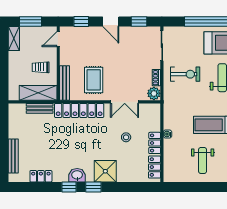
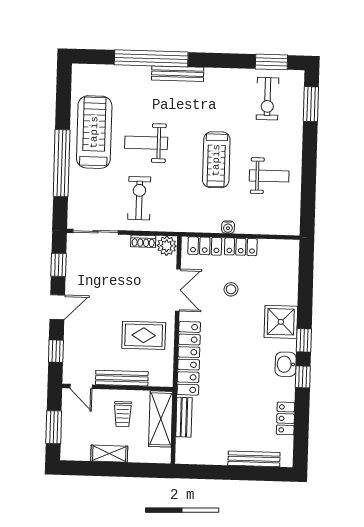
shelving: (14, 39) -> (109, 454), moved
bench: (65, 83) -> (122, 378), moved
locker: (154, 167) -> (205, 246), moved

